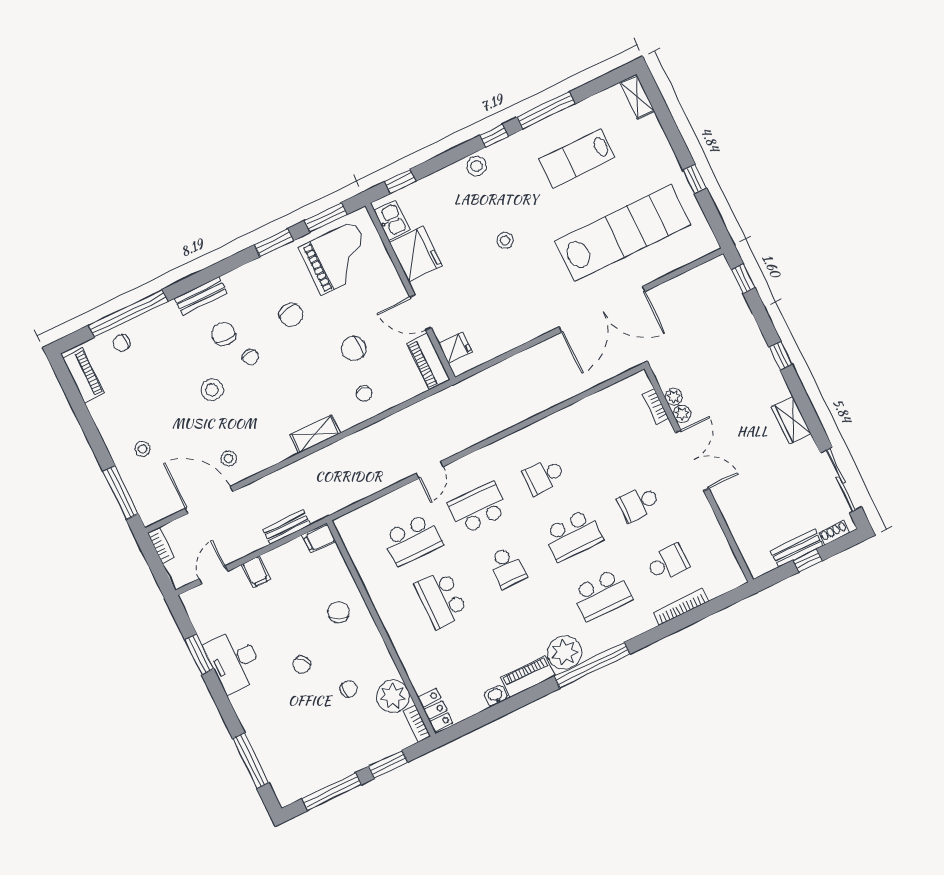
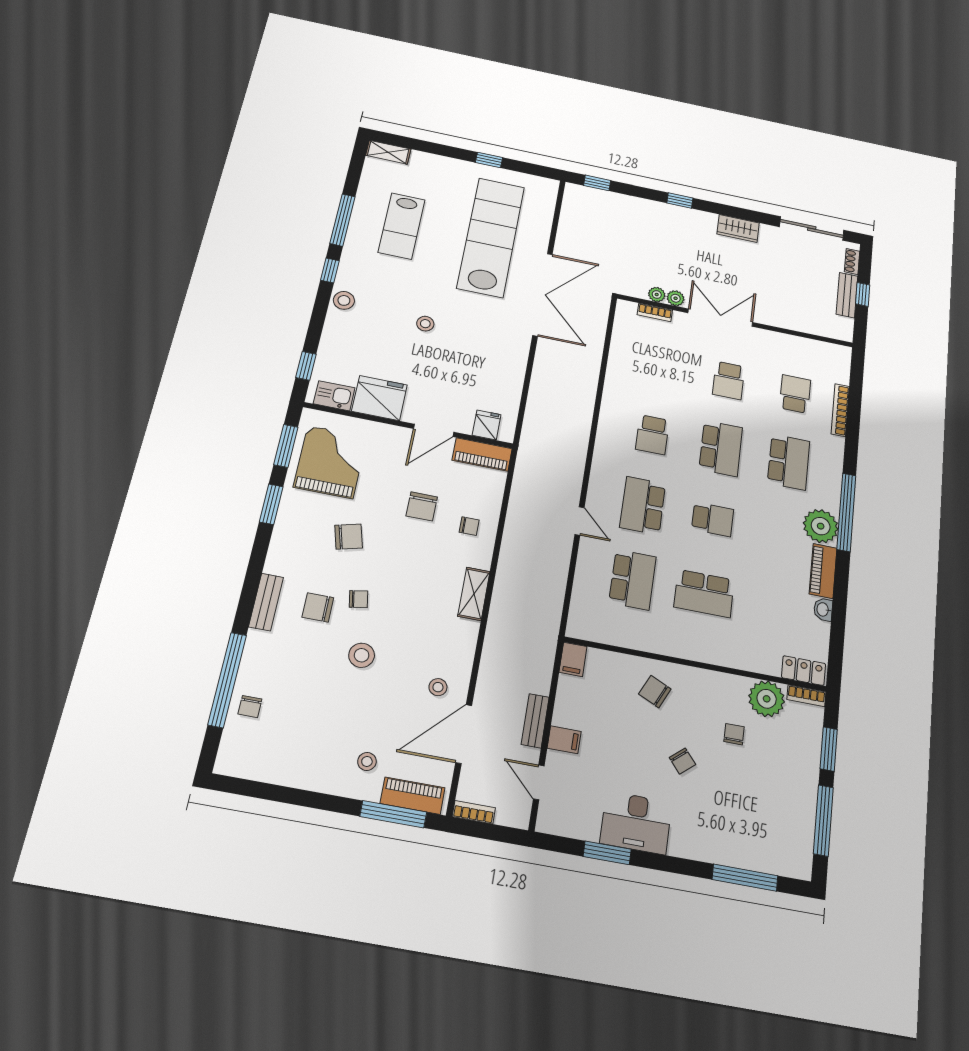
piano: (83, 375) -> (413, 796), moved
bench: (287, 527) -> (535, 721), moved

